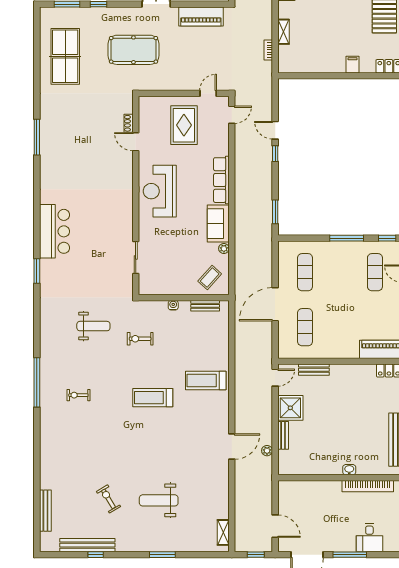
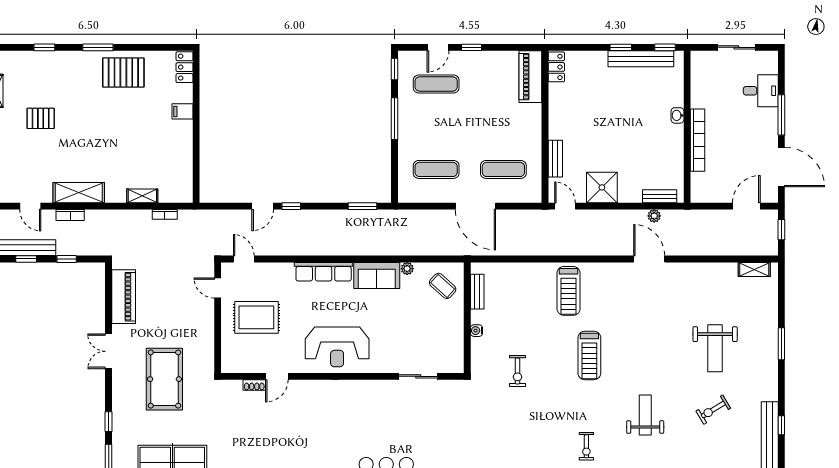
weight bench: (93, 326) -> (645, 415), moved
bench: (283, 435) -> (660, 196), moved
bookcase: (368, 486) -> (698, 140), moved

